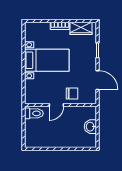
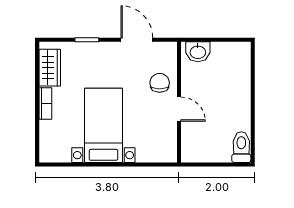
door: (98, 80) -> (137, 40), hinge flipped
toilet: (34, 113) -> (241, 147), moved
washbasin: (90, 127) -> (198, 52), moved

